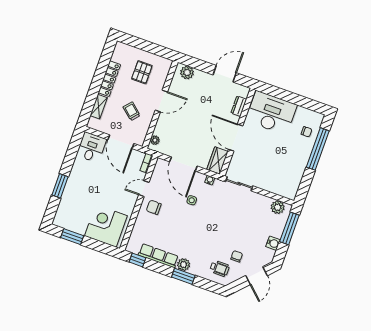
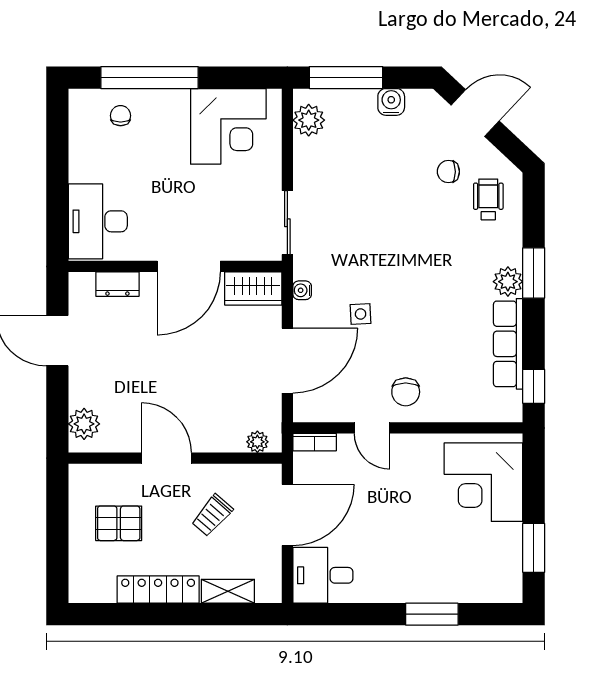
desk: (271, 113) -> (98, 221), width x0.73, depth x0.77
corner desk: (287, 174) -> (228, 126), added

